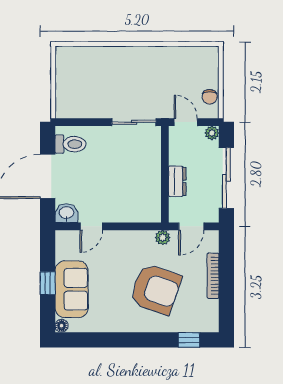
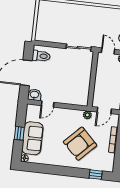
dresser: (177, 181) -> (99, 84), removed
armchair: (156, 289) -> (80, 144), turned 116

